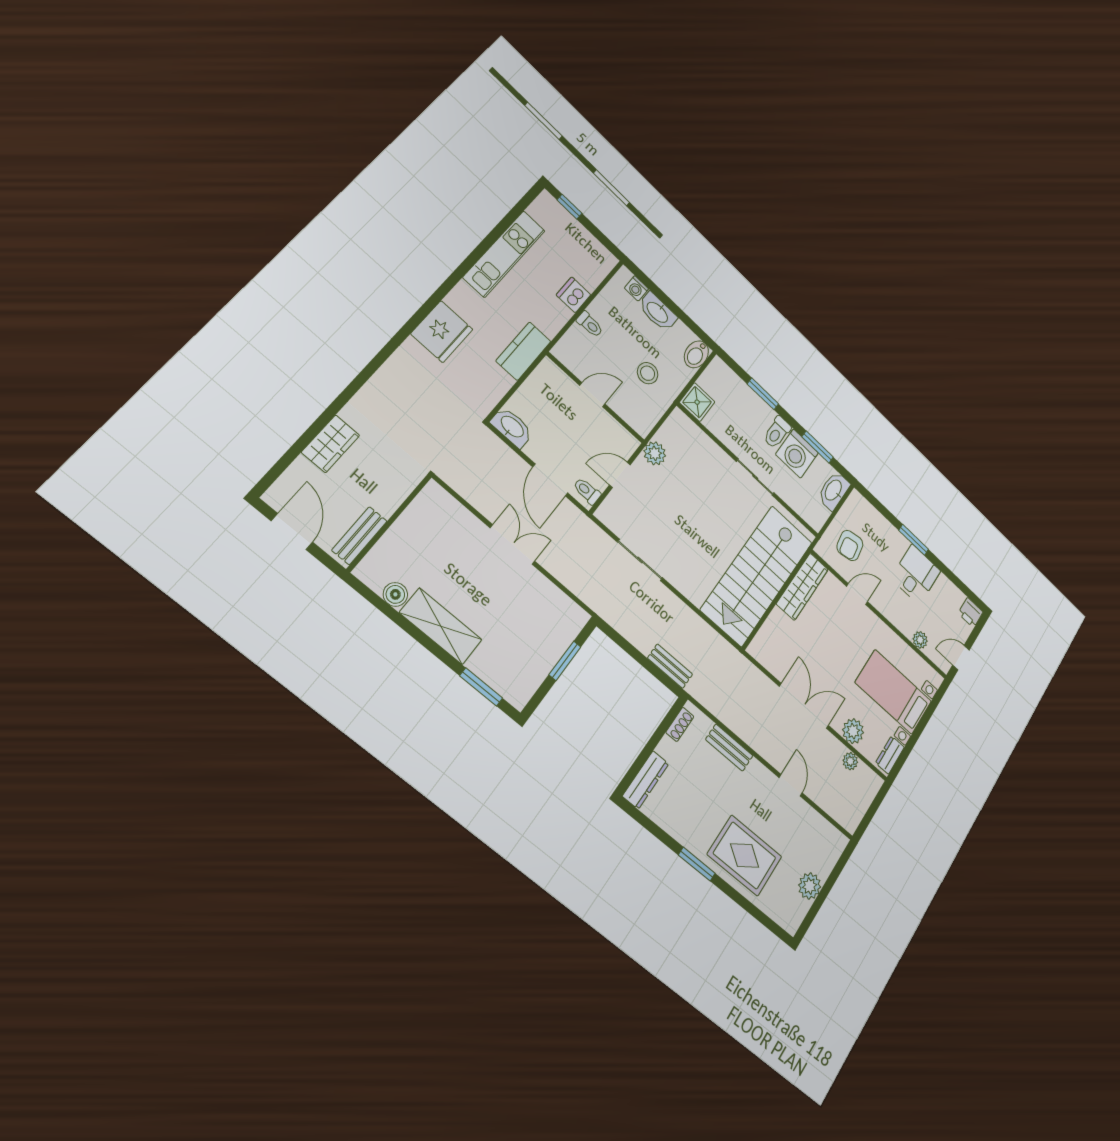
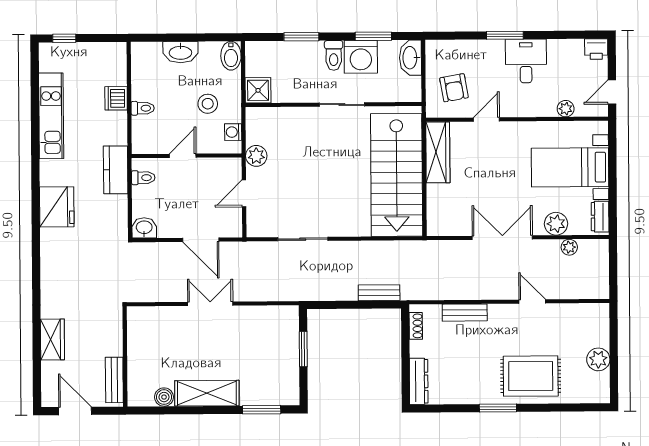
washing machine: (636, 288) -> (233, 132), moved, turned 90
washbasin: (512, 427) -> (144, 228), width x0.72
toilet: (587, 491) -> (143, 178), moved, turned 180

